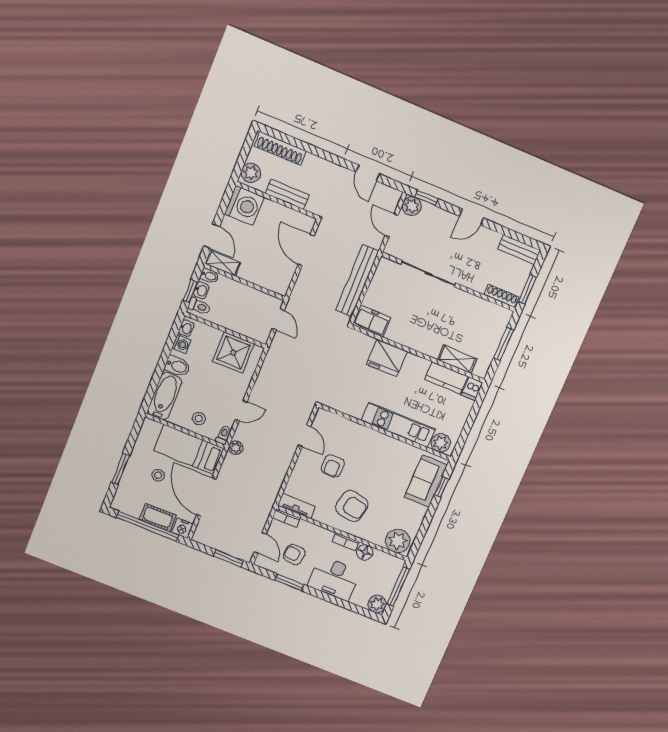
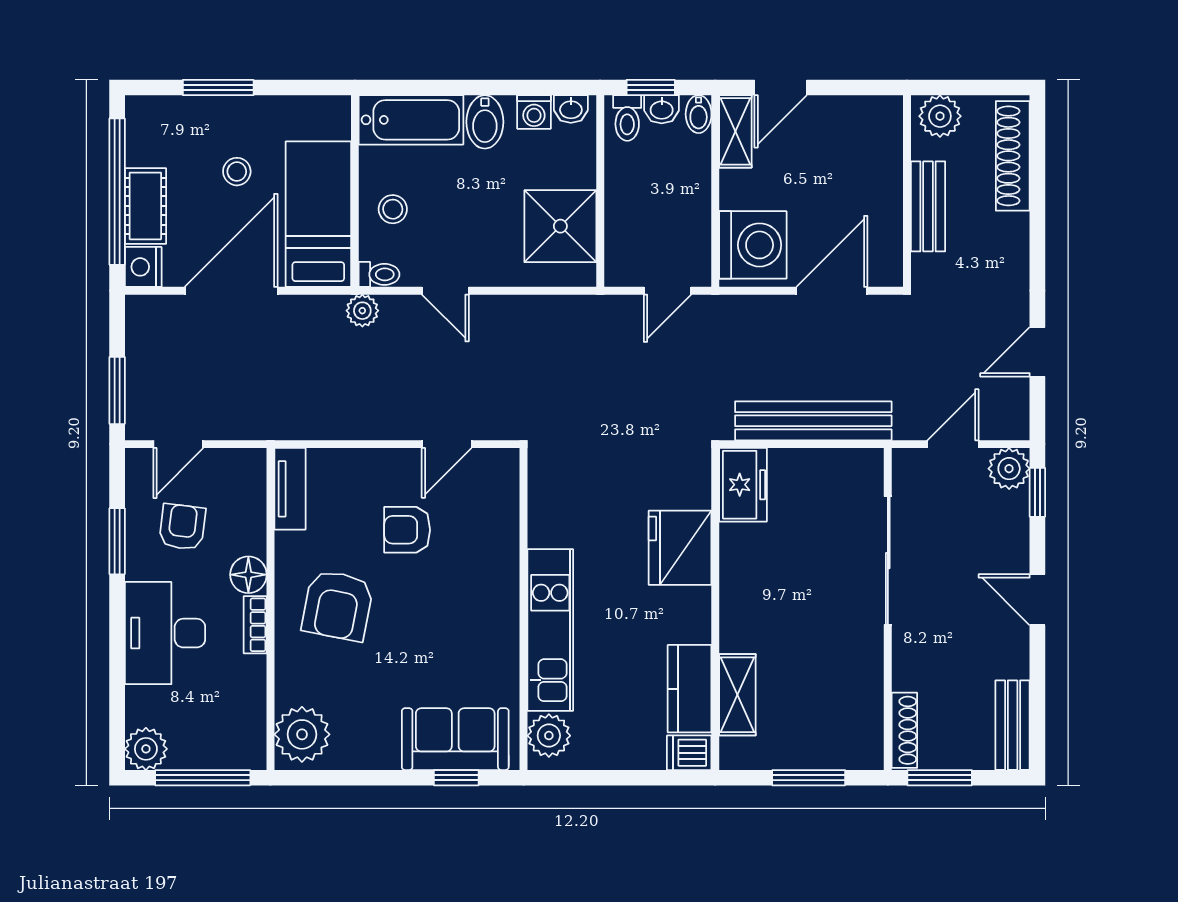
washing machine: (244, 206) -> (753, 245), moved, turned -90
bookcase: (286, 518) -> (255, 478), removed
floor lamp: (365, 552) -> (248, 575), moved

